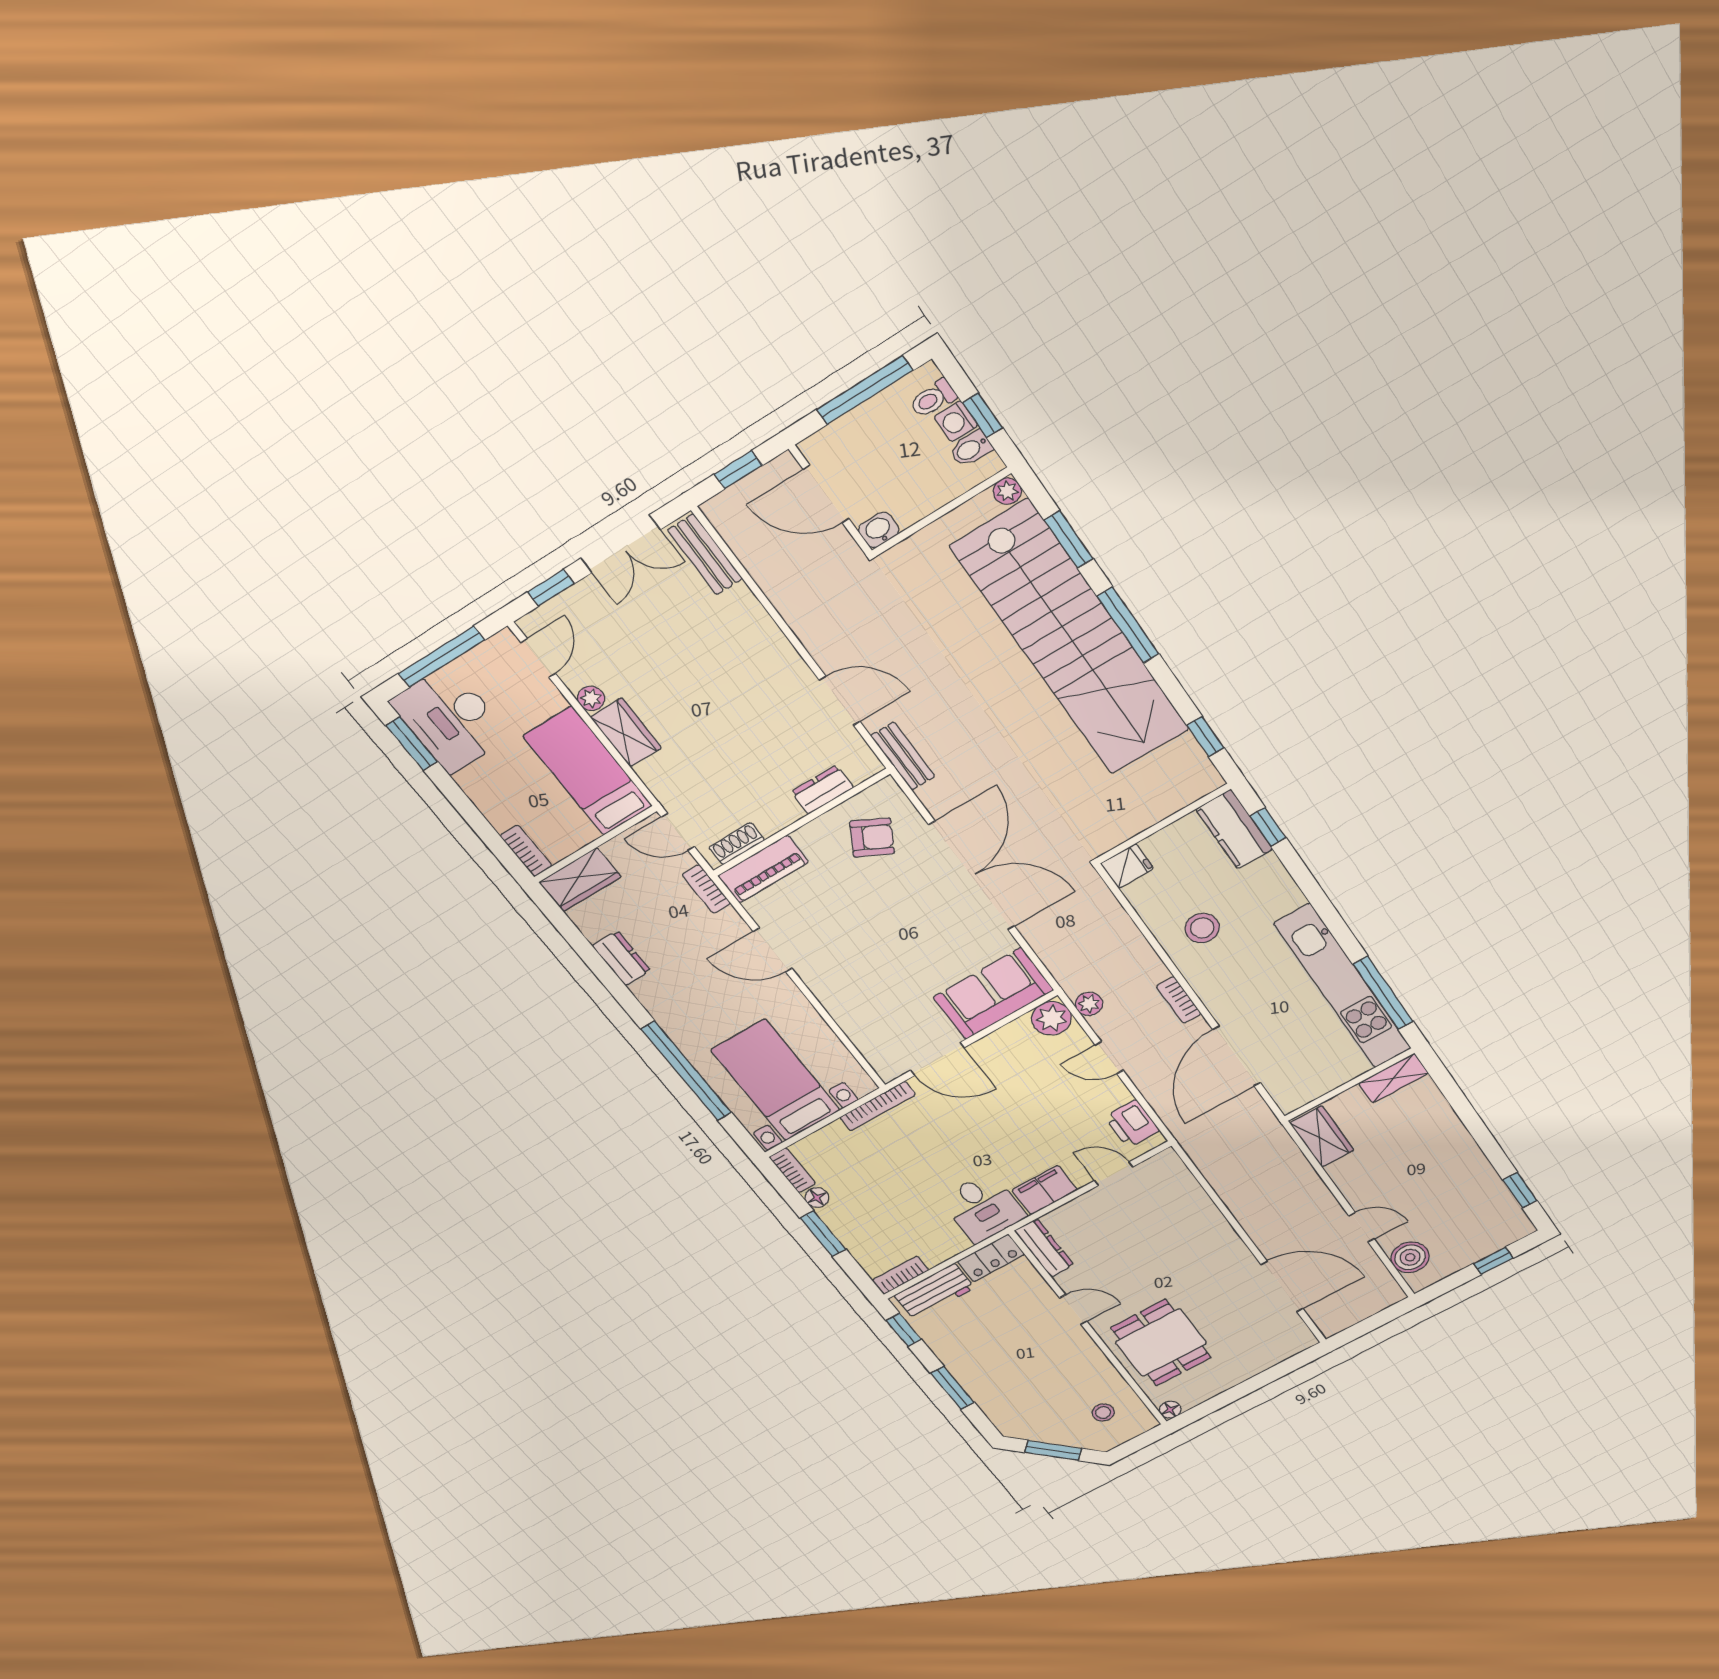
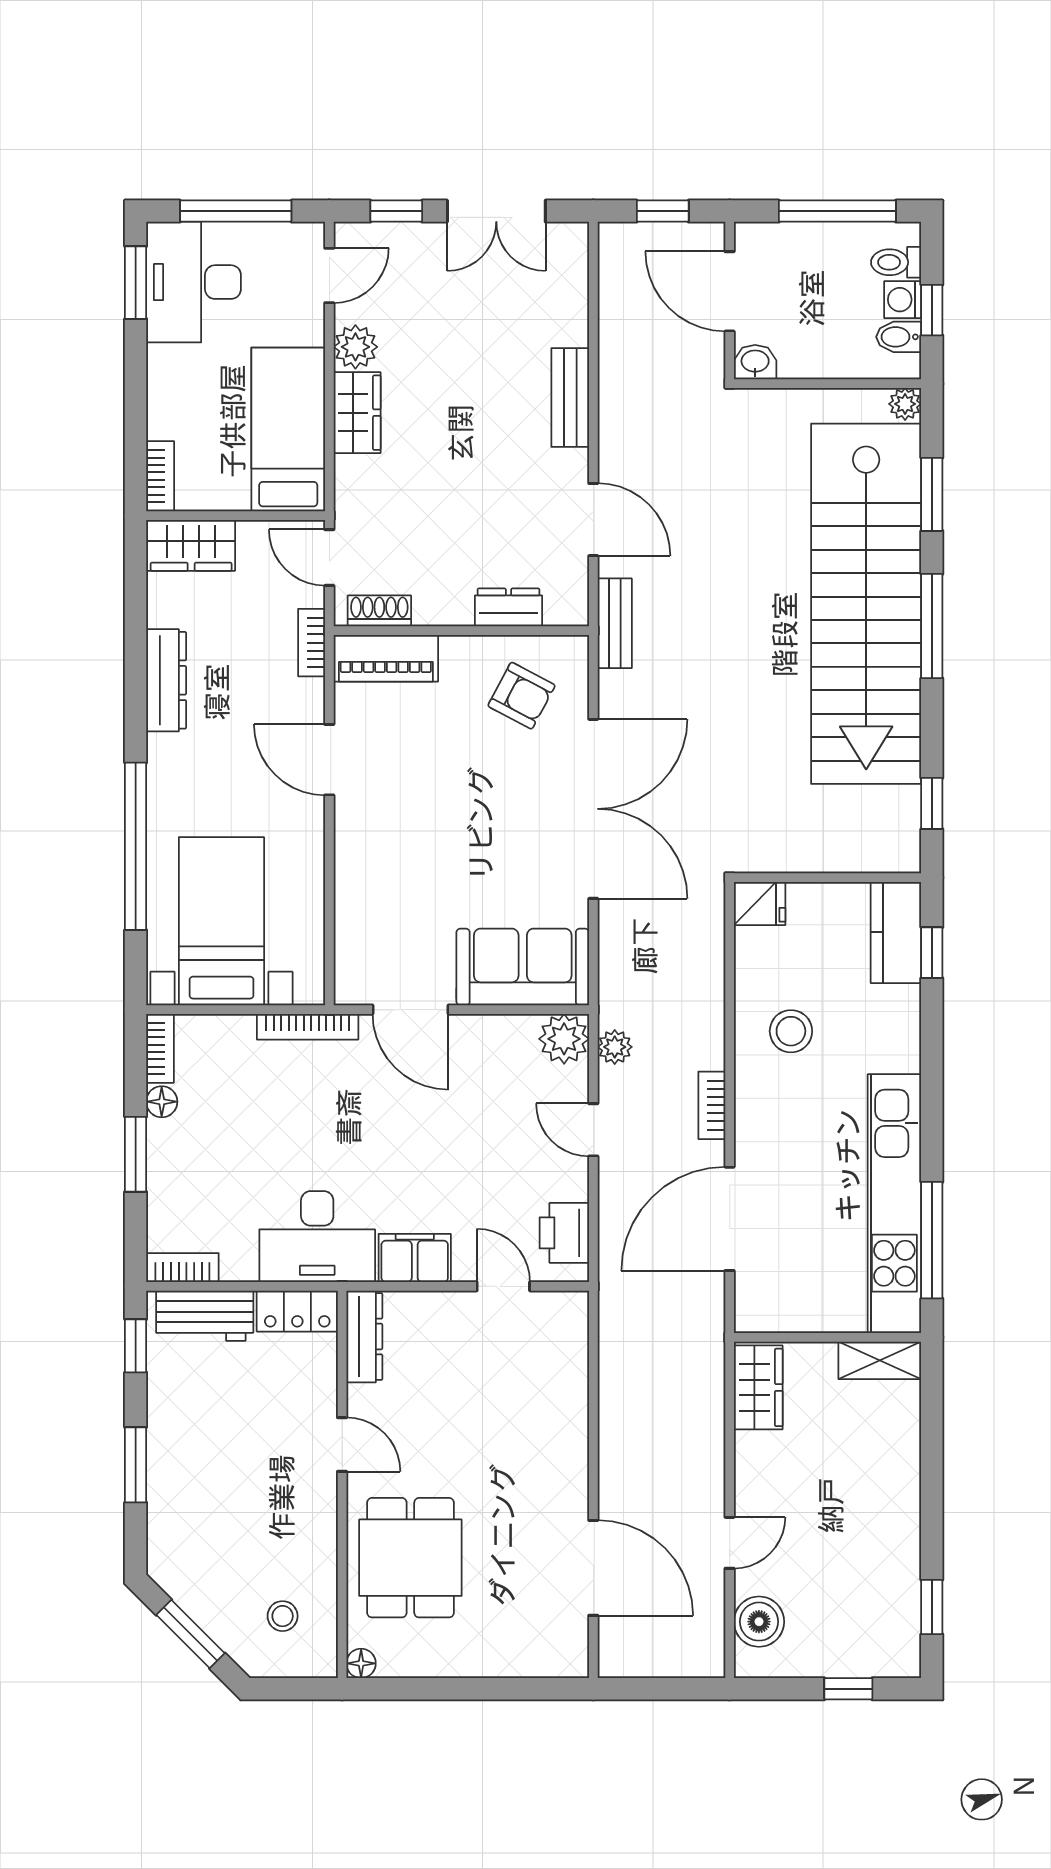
bench: (705, 554) -> (570, 397), moved
plant: (591, 698) -> (355, 347), width x1.38, depth x1.38
dresser: (621, 958) -> (166, 680), width x1.44
desk: (983, 1208) -> (317, 1237), width x1.37
door: (1362, 1227) -> (730, 1543), hinge flipped

